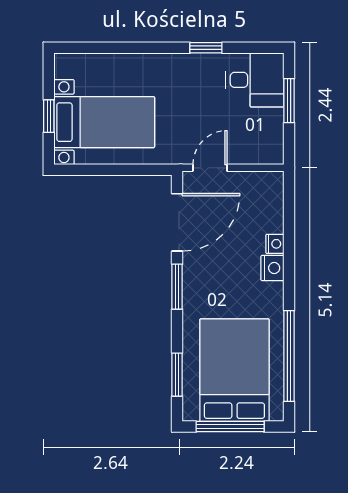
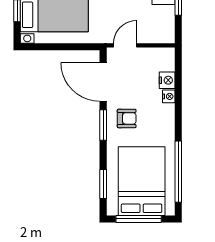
door: (177, 222) -> (103, 82), swing flipped
nightstand: (272, 268) -> (167, 80), moved
armchair: (212, 277) -> (127, 118), added

